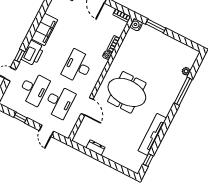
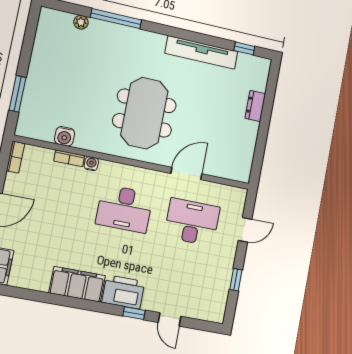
water cooler: (136, 25) -> (65, 136), moved
desk: (34, 89) -> (183, 272), removed
dresser: (96, 148) -> (255, 106), moved

